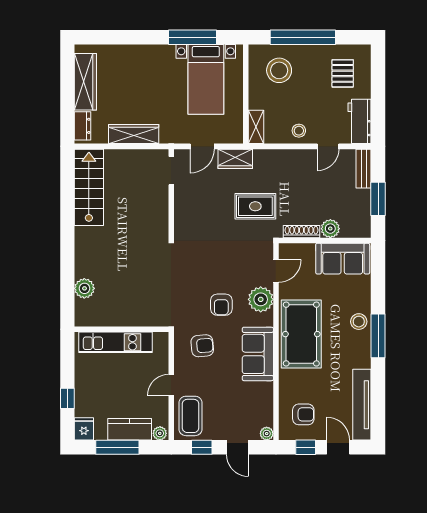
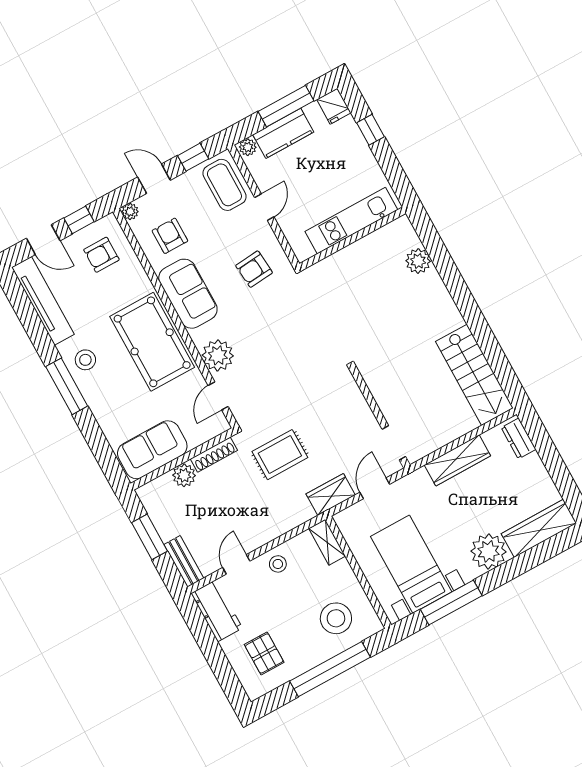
plant: (147, 58) -> (488, 551), added
wardrobe: (85, 82) -> (539, 528), moved, turned 90
armchair: (221, 305) -> (170, 236), moved
stool: (359, 322) -> (85, 360), moved

